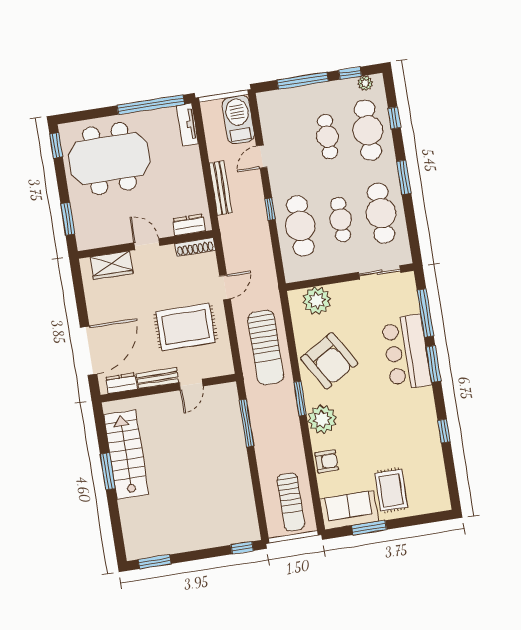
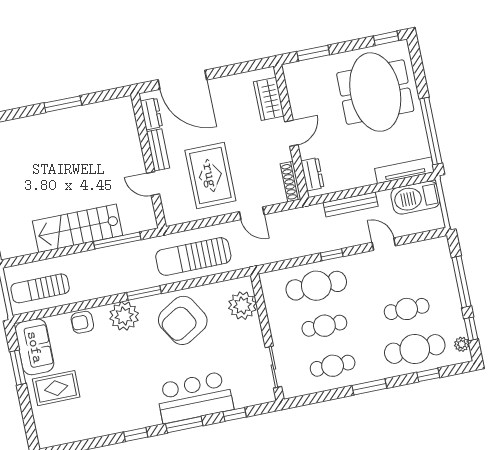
barbecue: (238, 120) -> (415, 198), moved, turned 180
tv unit: (187, 124) -> (404, 170), width x1.41
cafe table: (381, 213) -> (333, 366), width x0.73, depth x0.74
window: (425, 313) -> (235, 414), width x0.46
window: (444, 431) -> (136, 435), moved
stairs: (126, 455) -> (78, 228), moved, turned 180
armchair: (327, 461) -> (82, 322), turned 90

